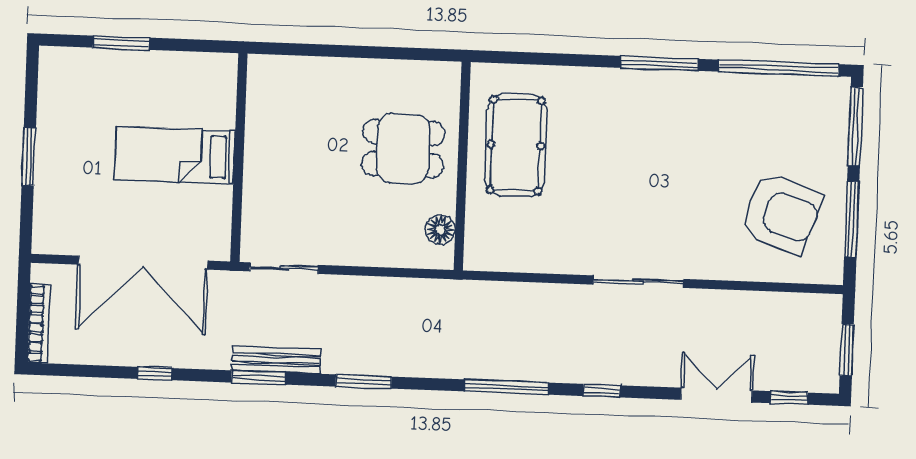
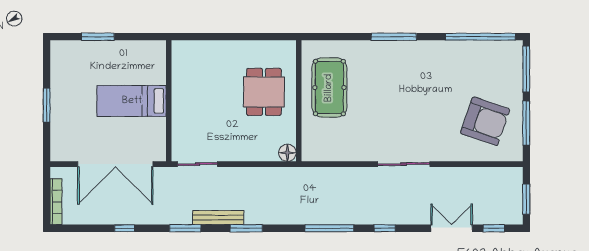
window: (659, 63) -> (394, 37), moved
dining table: (403, 148) -> (264, 92), turned 90
floor lamp: (440, 230) -> (287, 153), moved
bench: (276, 360) -> (218, 218), moved

